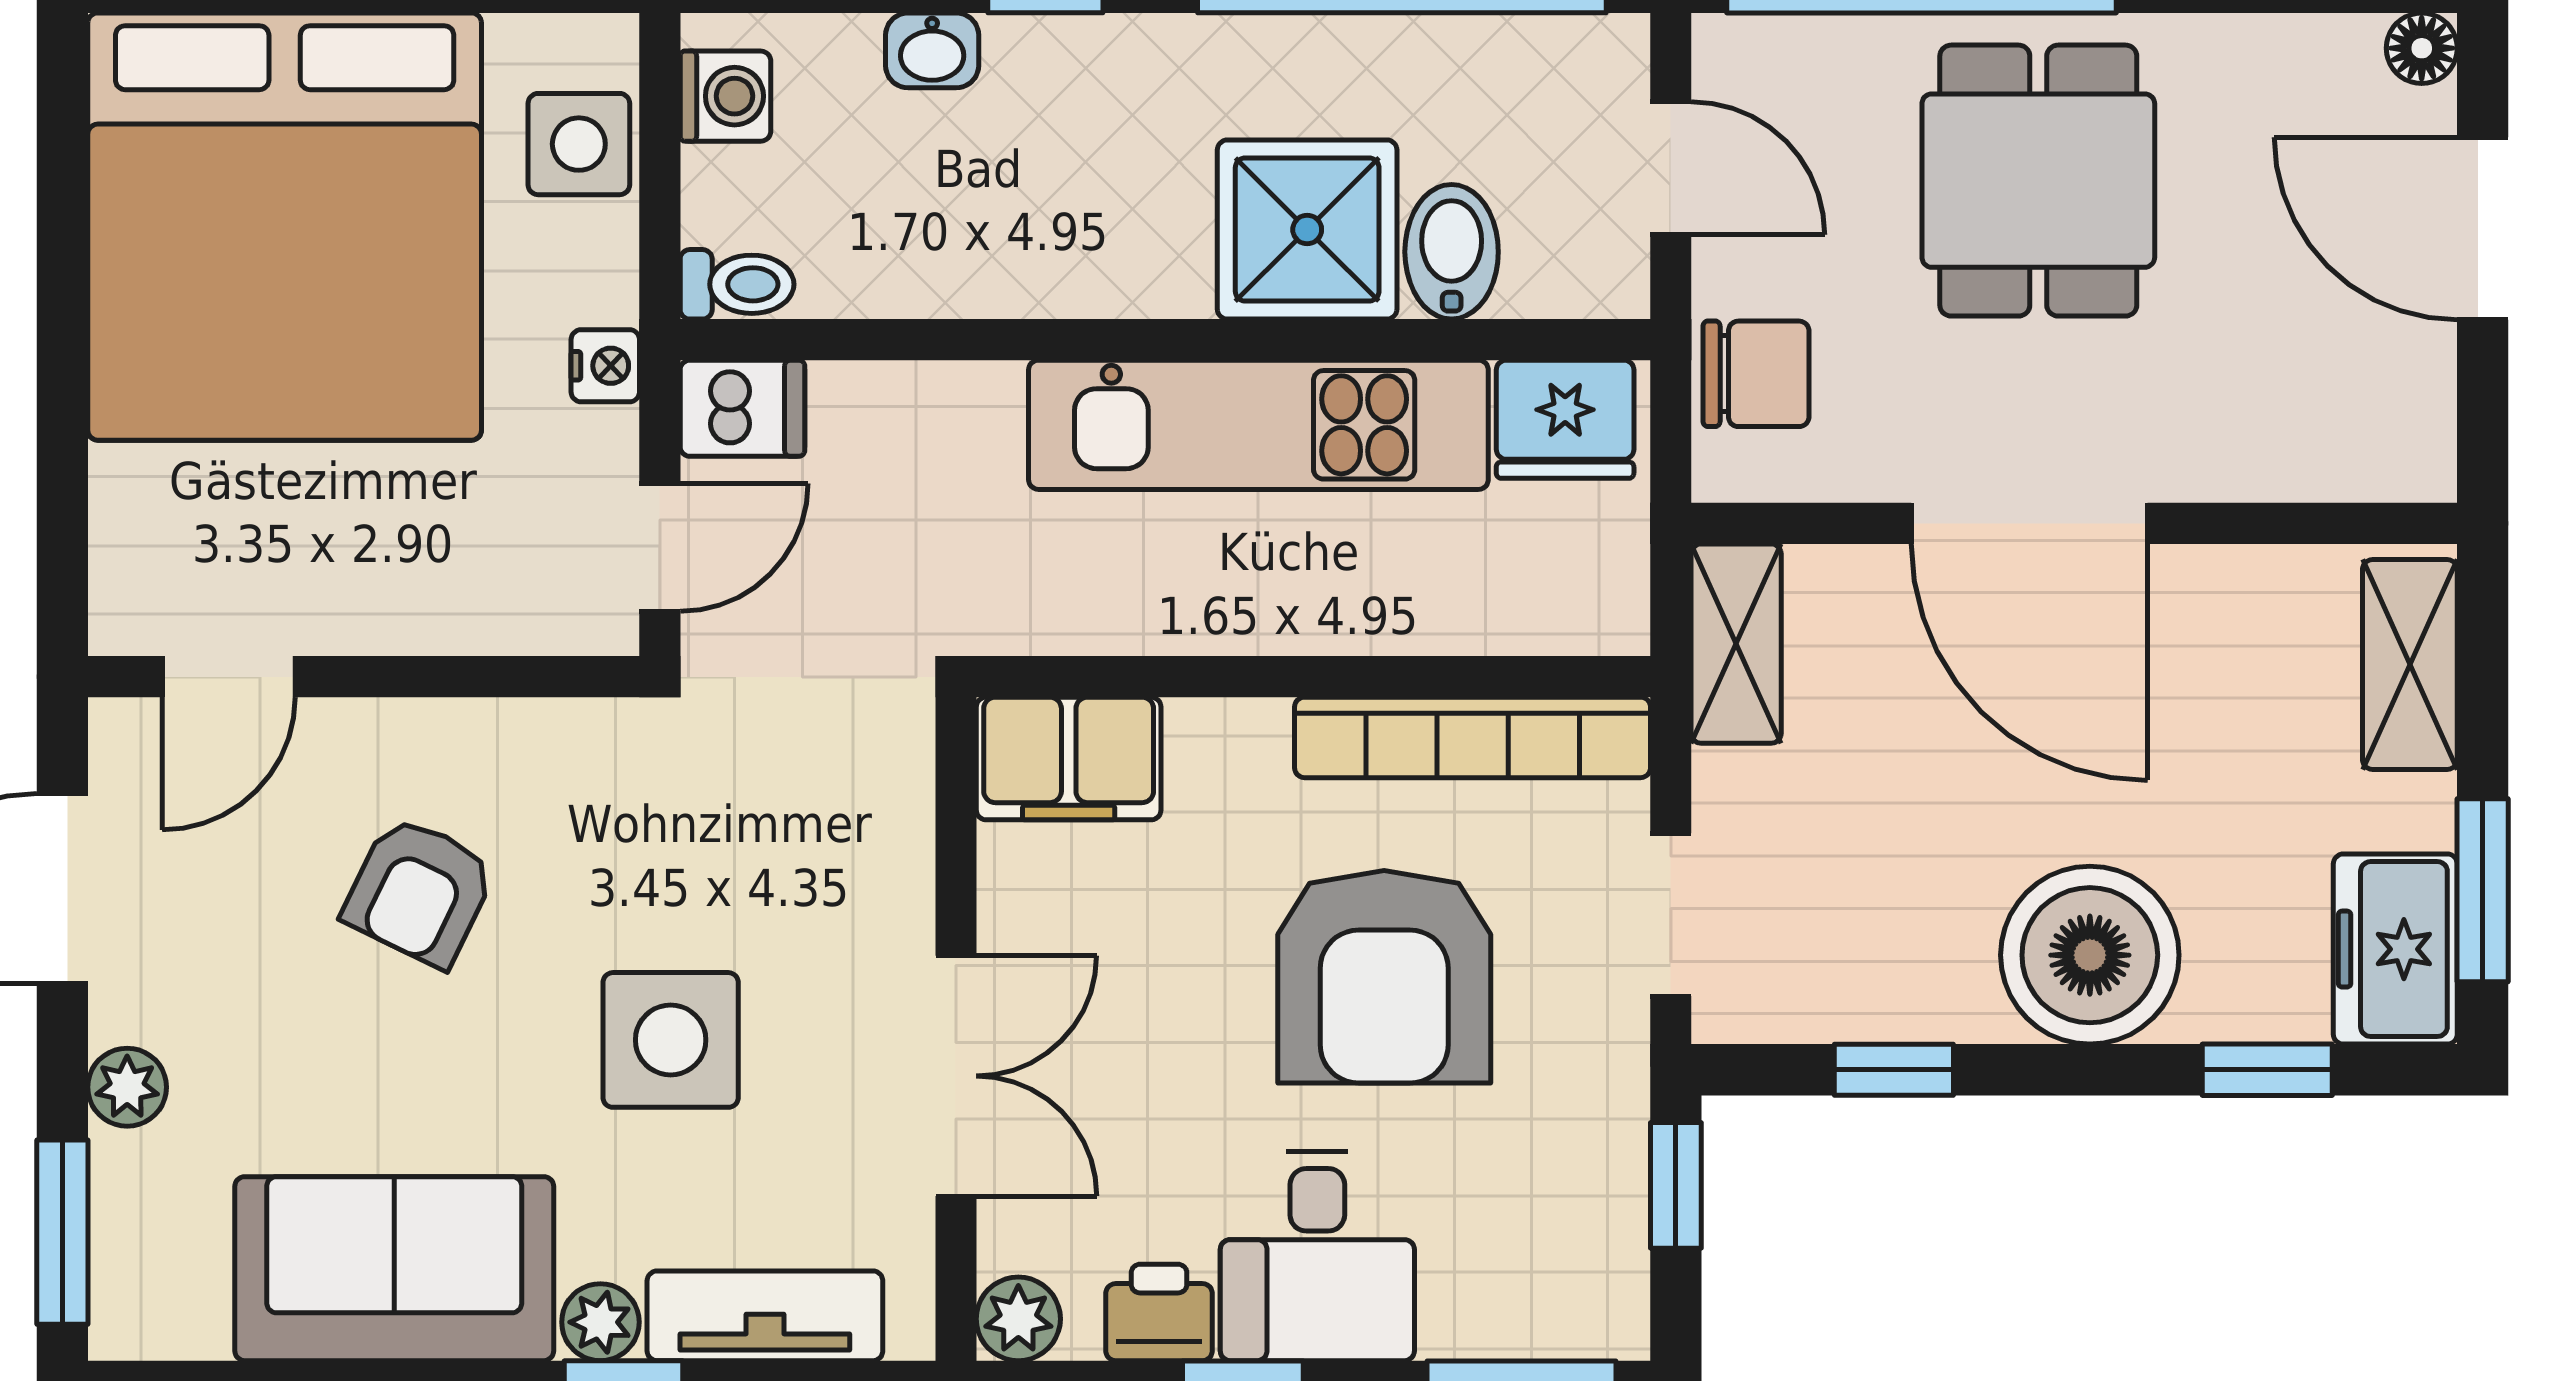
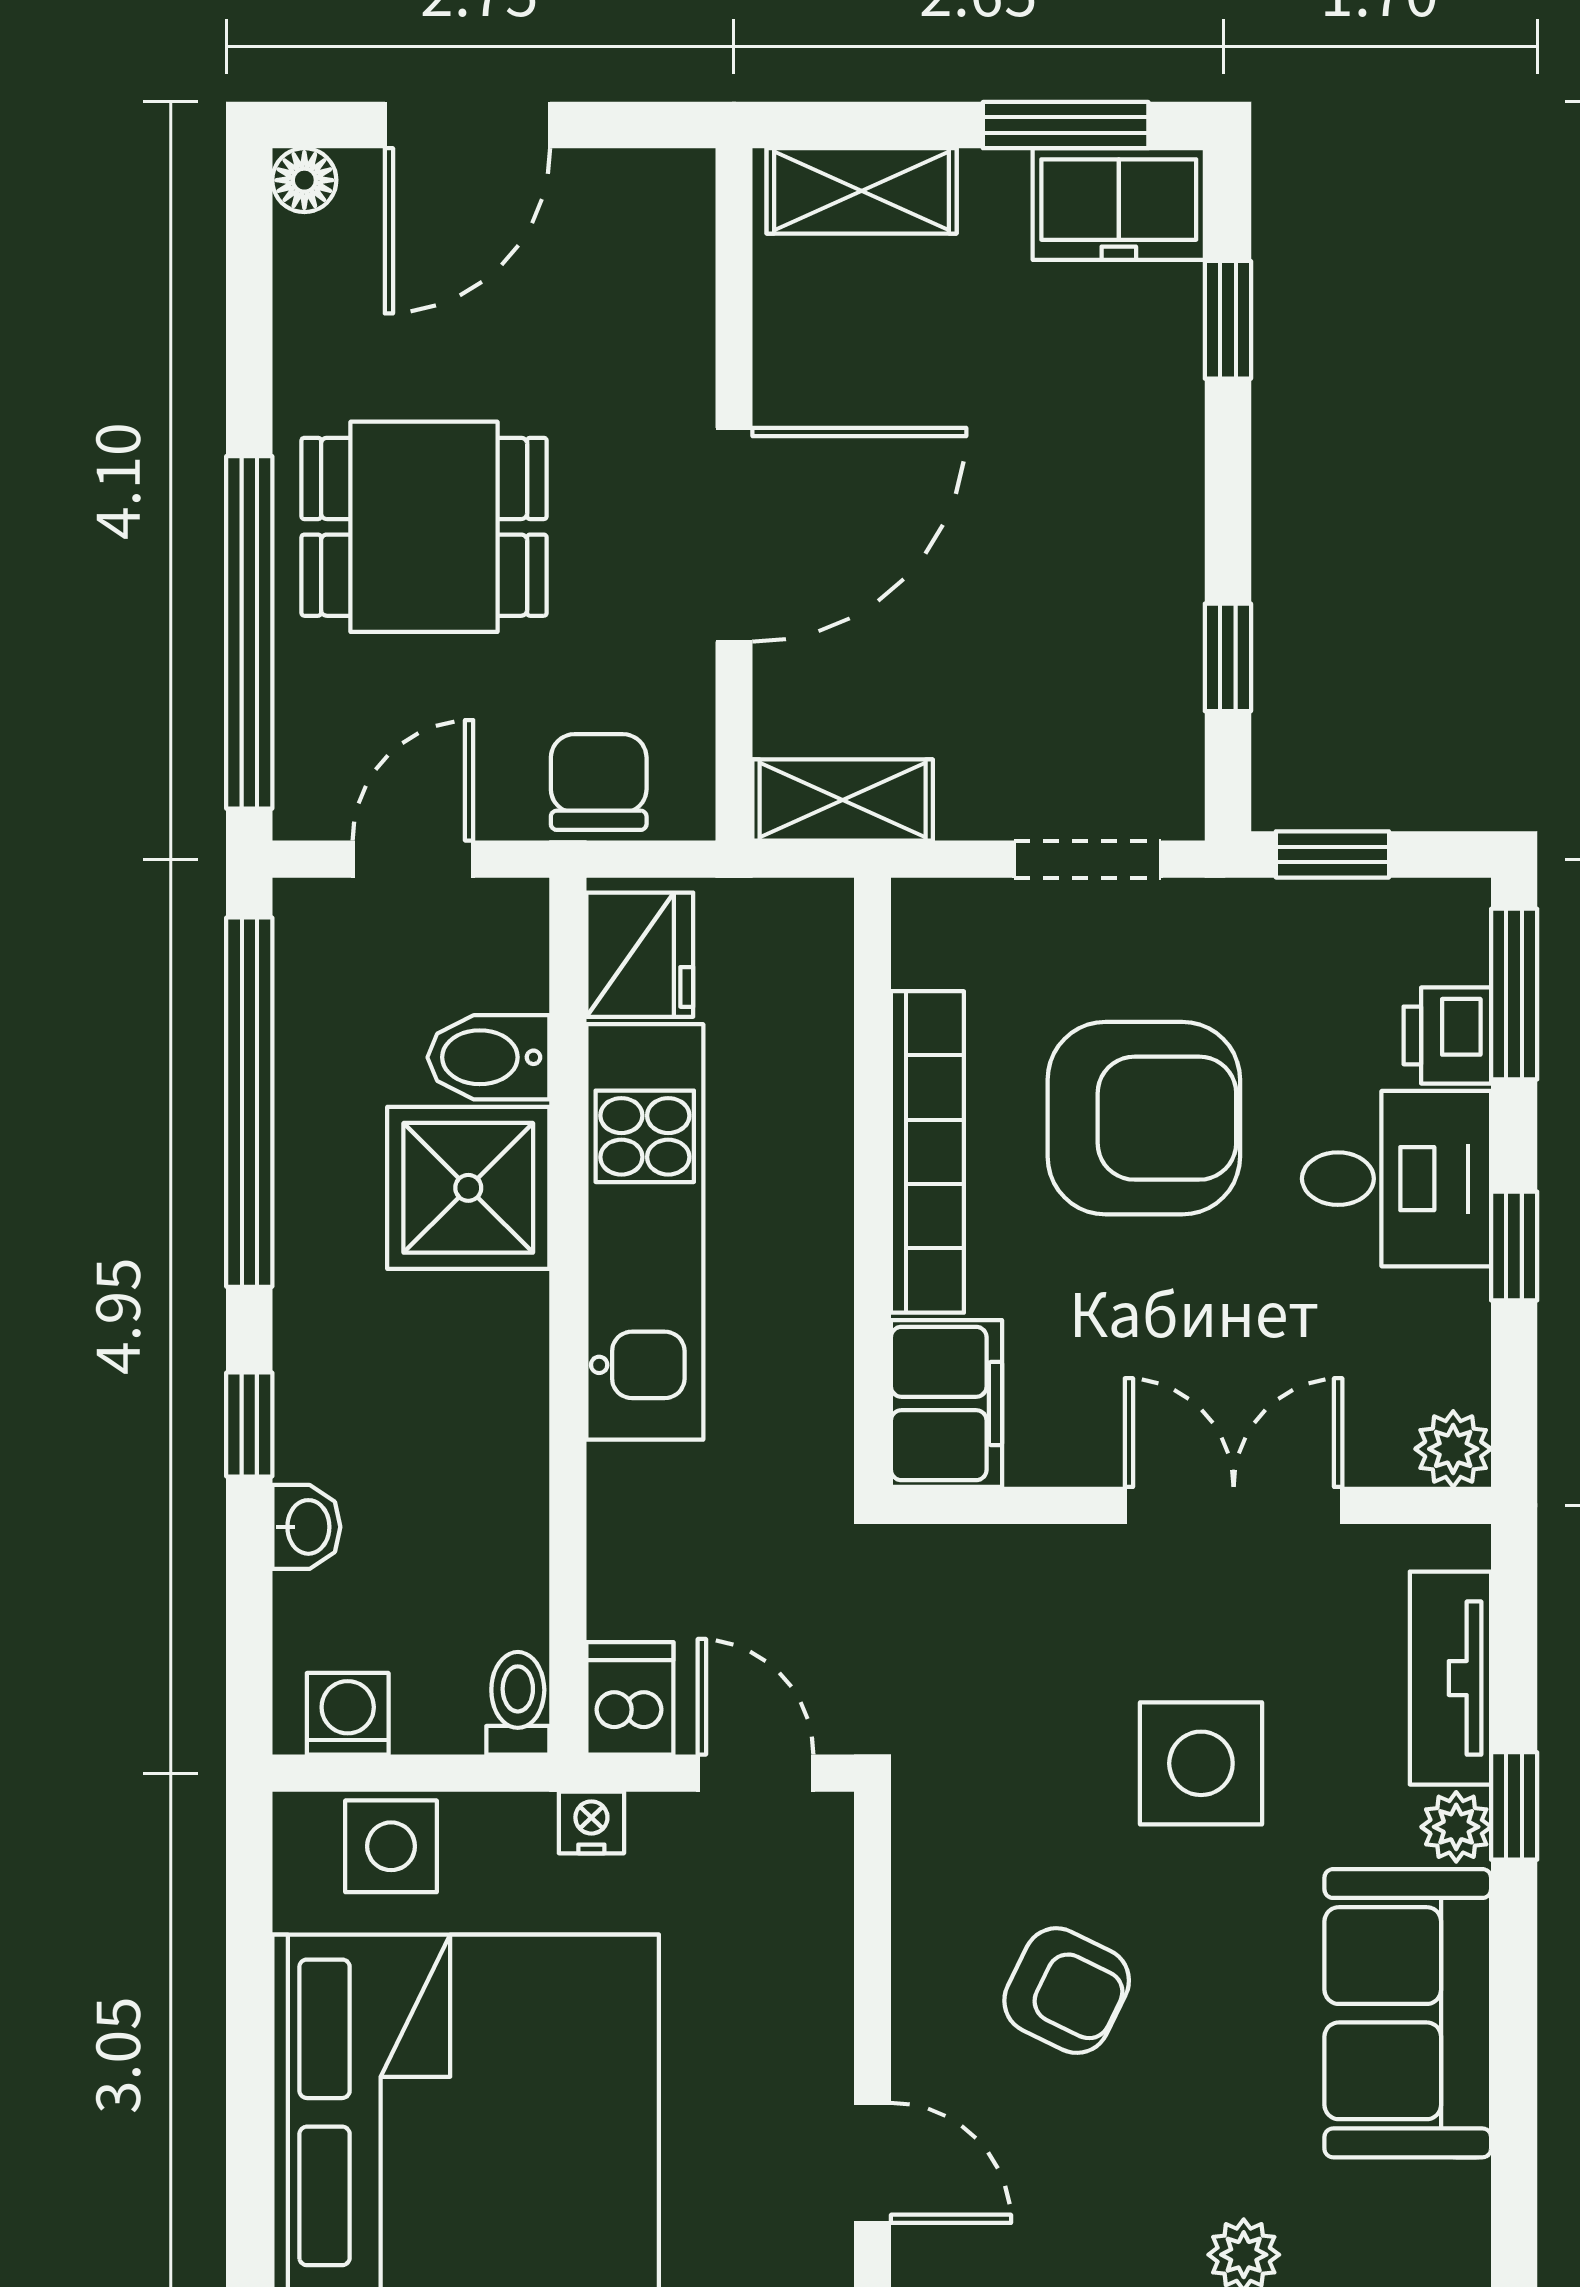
bookcase: (1473, 737) -> (927, 1152), moved
boiler: (2090, 955) -> (1124, 480), removed
printer: (1159, 1312) -> (1447, 1035), moved

